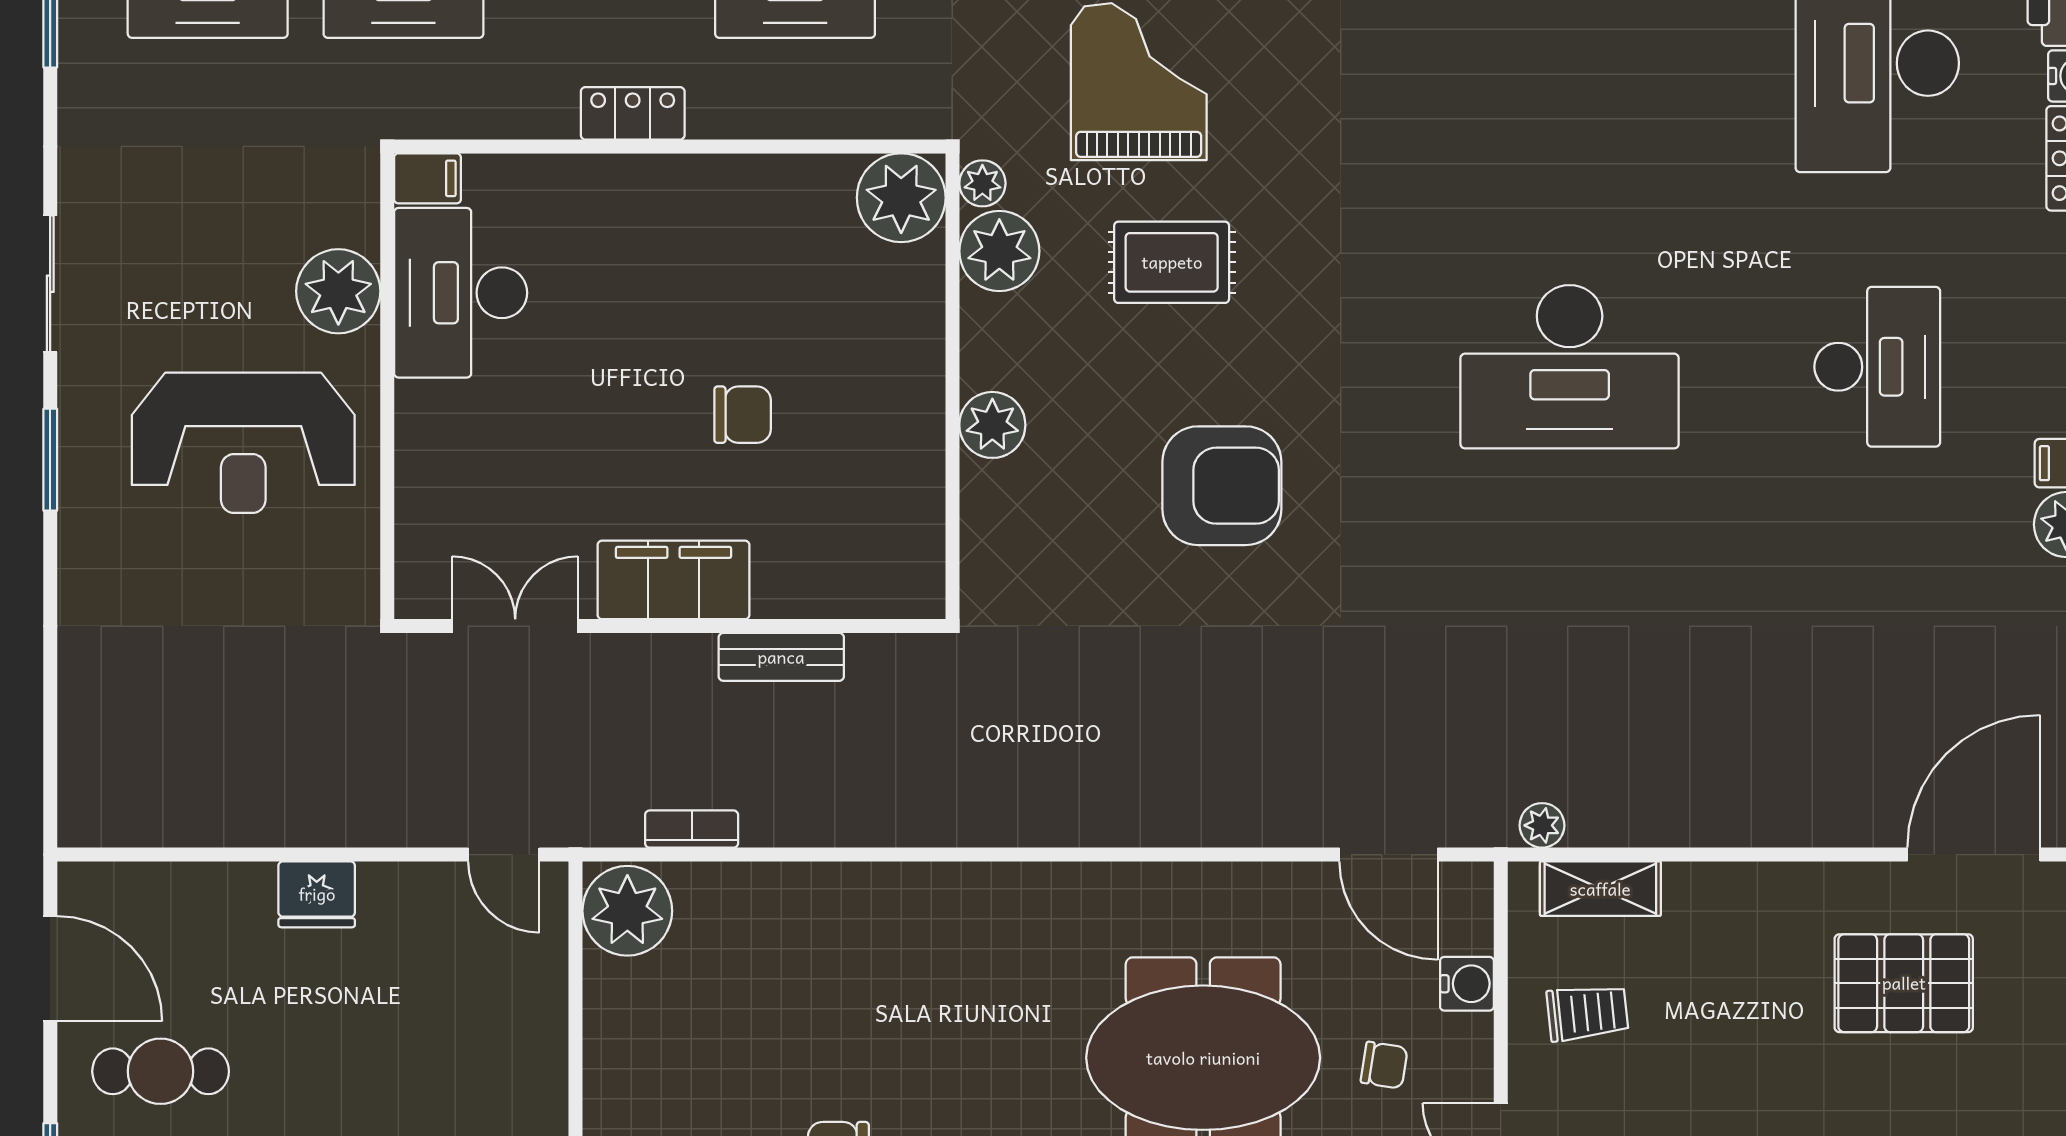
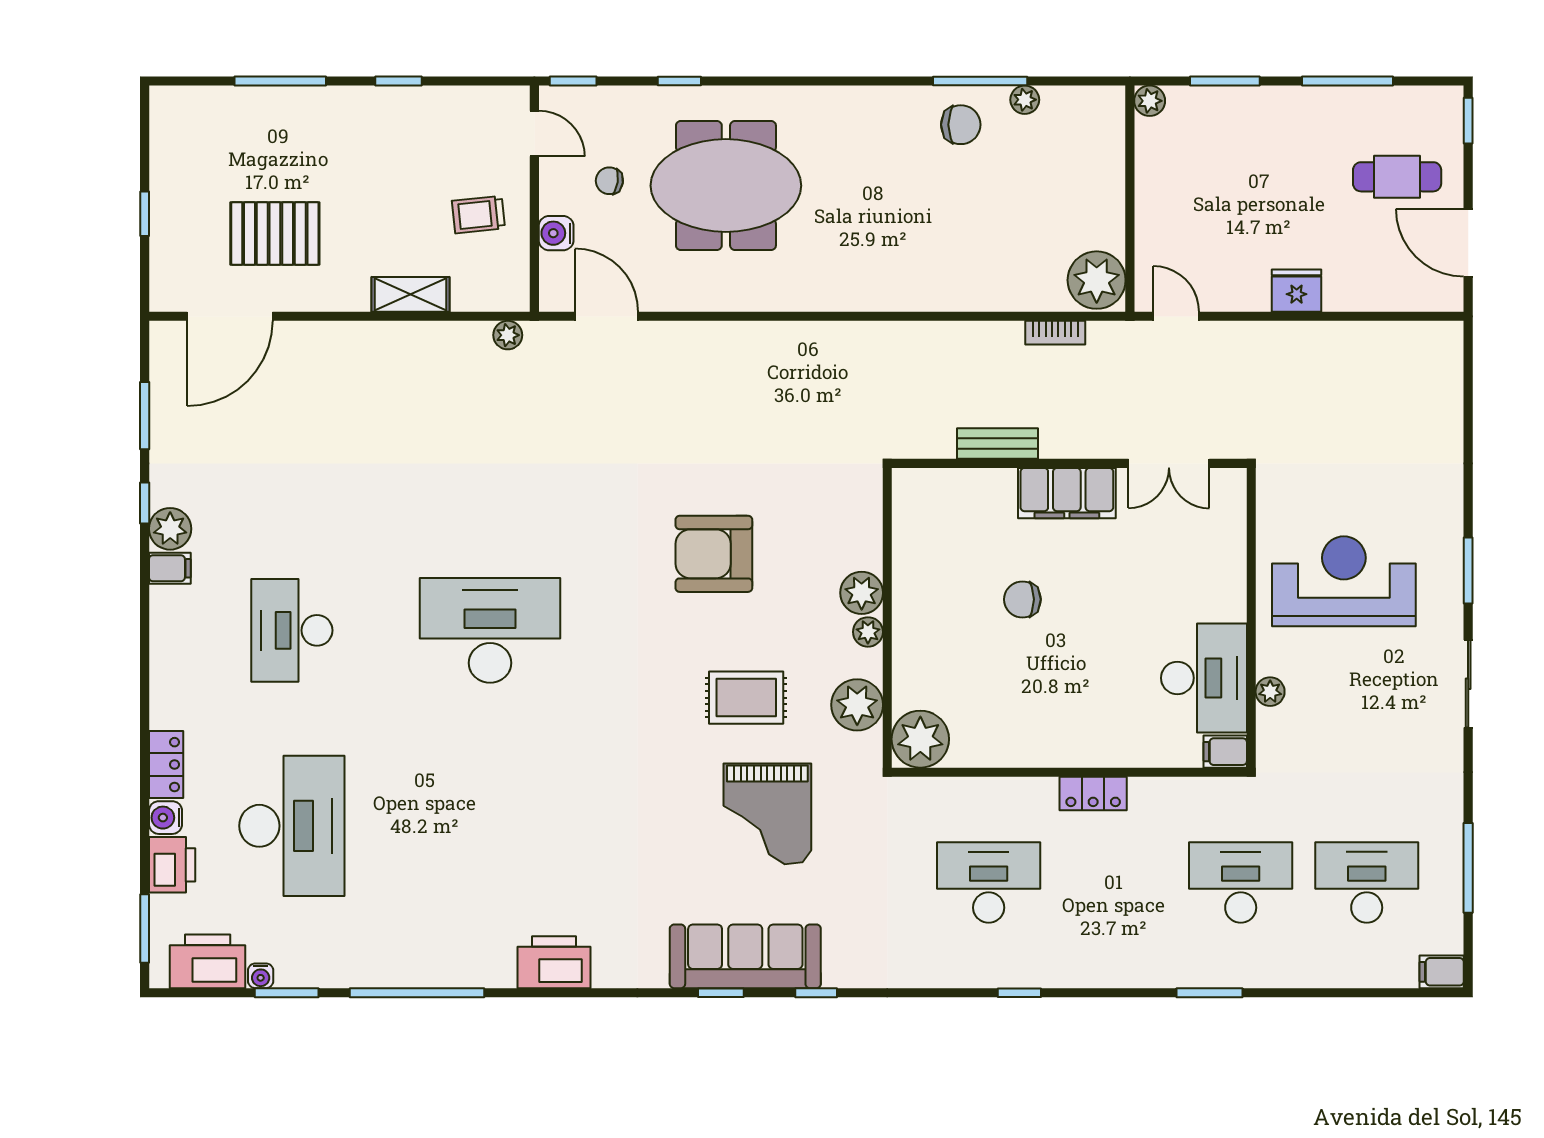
plant: (982, 183) -> (868, 632), moved
plant: (338, 291) -> (1270, 692), width x0.53, depth x0.53
shelving: (1600, 889) -> (411, 294), moved

